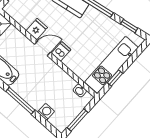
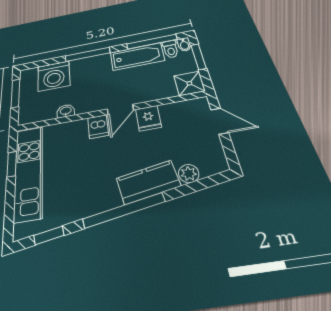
washbasin: (80, 91) -> (66, 111), moved
washing machine: (46, 112) -> (54, 76), width x1.89, depth x1.89

